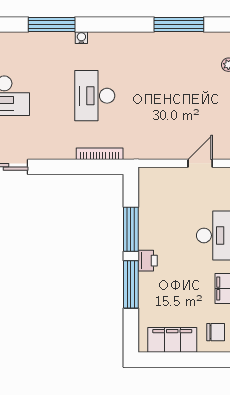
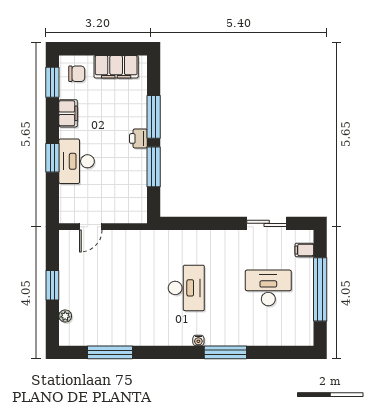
bookcase: (100, 154) -> (182, 235), removed
chair: (216, 332) -> (77, 74), turned 180

